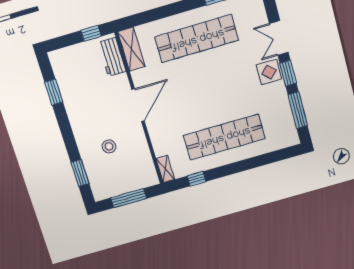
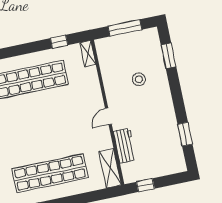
workbench: (112, 57) -> (125, 146), moved
door: (138, 105) -> (108, 116), width x0.53

